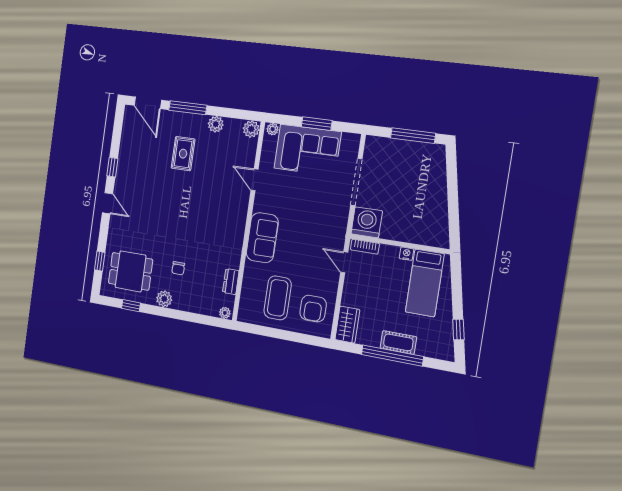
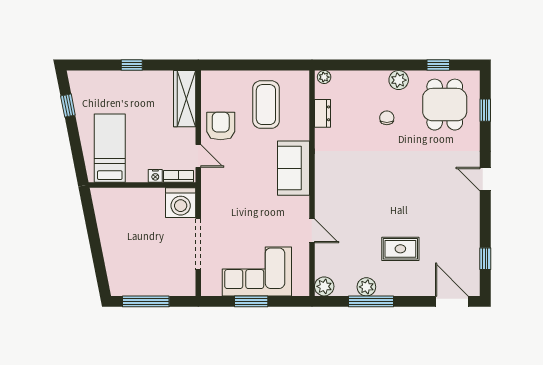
window: (188, 108) -> (371, 301), moved
plant: (273, 129) -> (300, 289), removed
rug: (183, 154) -> (400, 249), turned 90
window: (112, 167) -> (485, 259), moved
nightstand: (406, 254) -> (155, 176), moved
dining table: (131, 271) -> (445, 105), turned 90
armchair: (313, 309) -> (221, 126), moved
wardrobe: (347, 325) -> (185, 99), width x1.50
cot: (398, 342) -> (128, 80), removed
window: (392, 356) -> (132, 65), width x0.32

